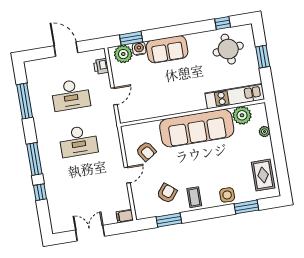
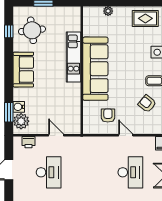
sofa: (167, 49) -> (23, 70), moved
kitchen unit: (235, 96) -> (73, 57), moved
plant: (242, 115) -> (91, 28), removed
desk: (78, 141) -> (130, 172), moved
armchair: (146, 151) -> (108, 116), turned -57

